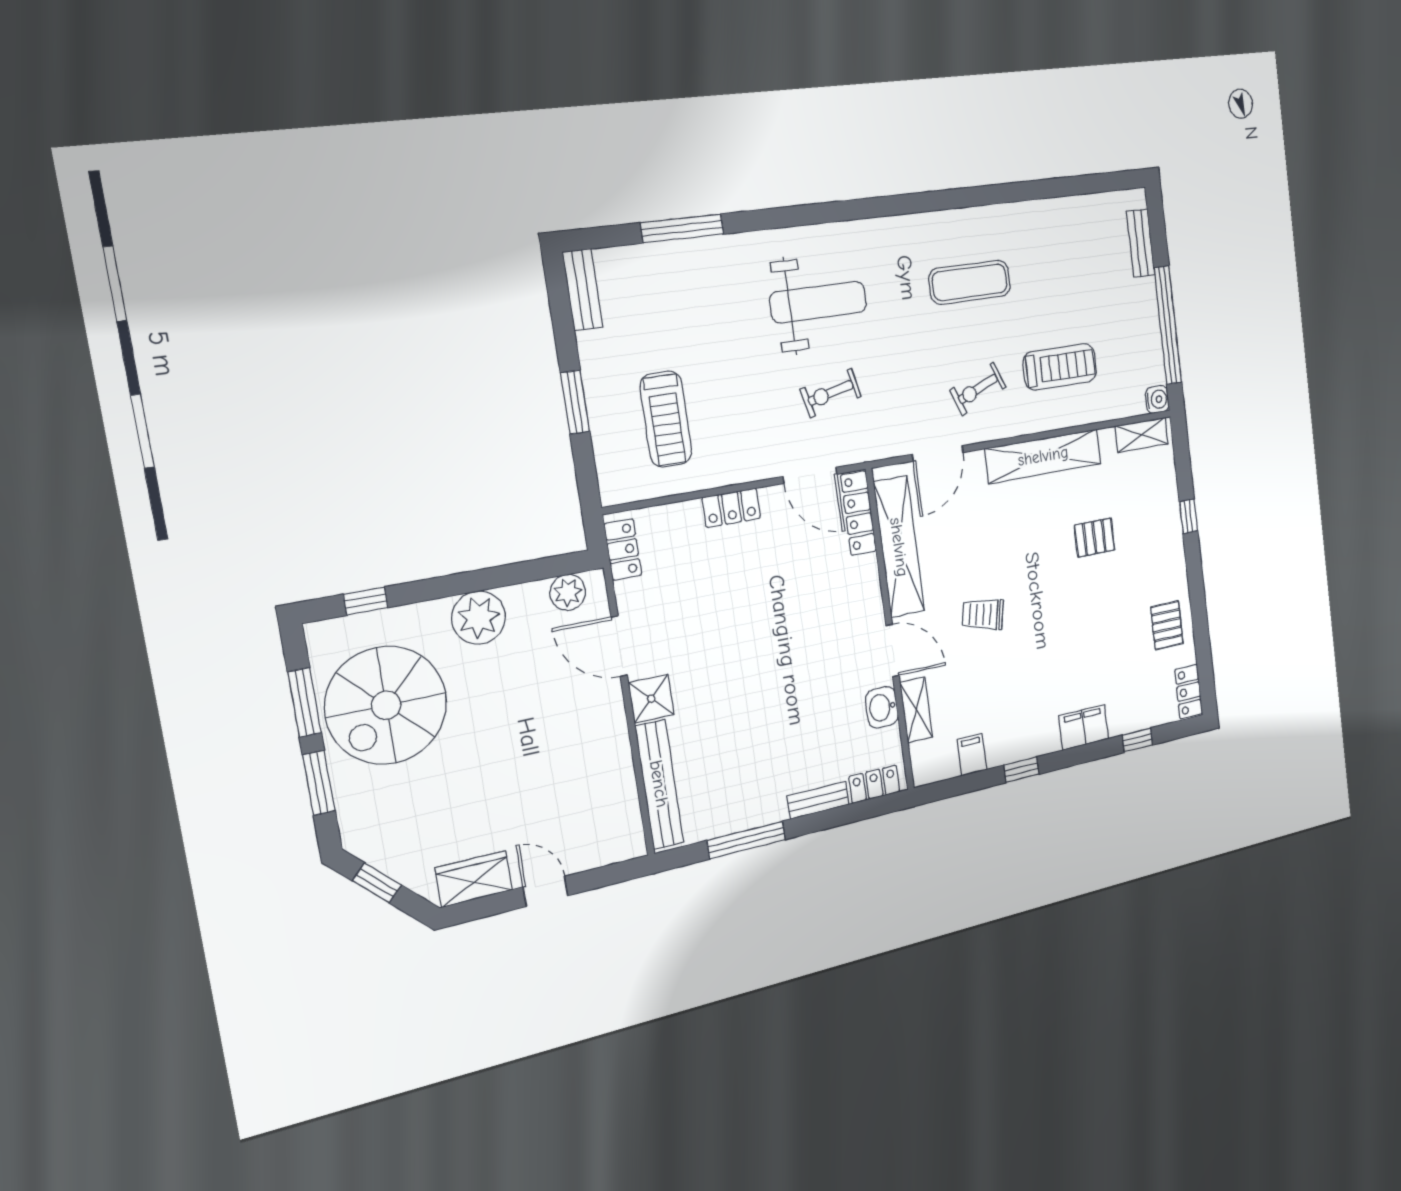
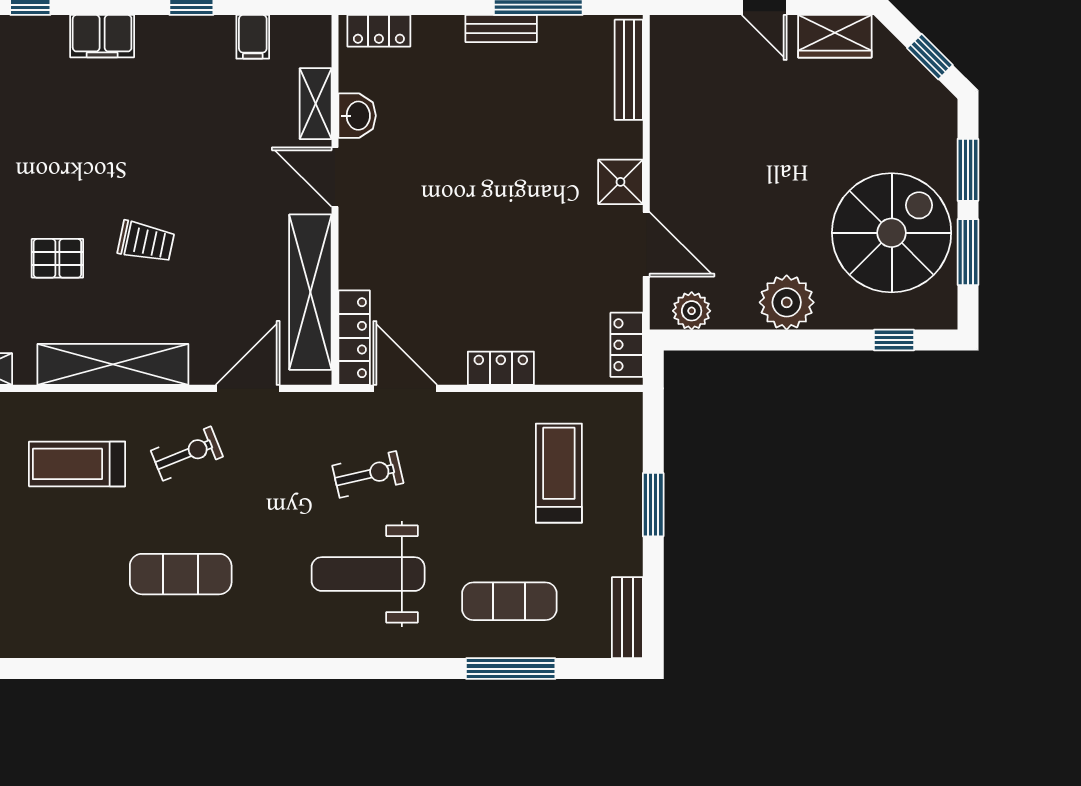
exercise mat: (693, 292) -> (509, 601), added
trolley: (983, 614) -> (146, 242), moved
bench: (659, 784) -> (629, 70), width x0.73, depth x0.82
bench: (818, 800) -> (501, 29), moved

